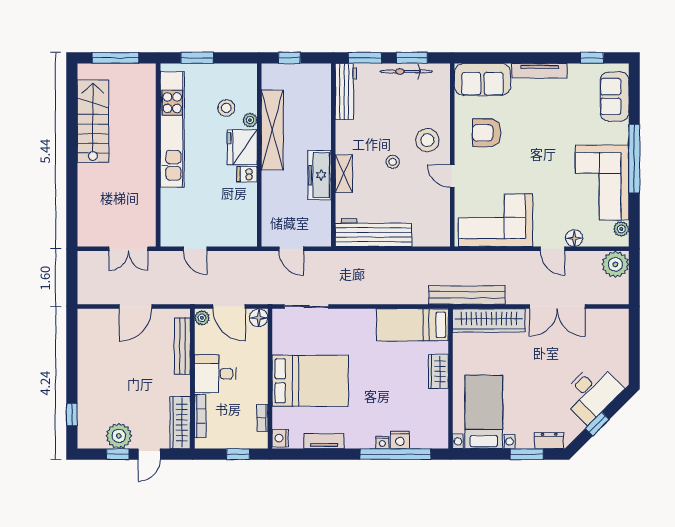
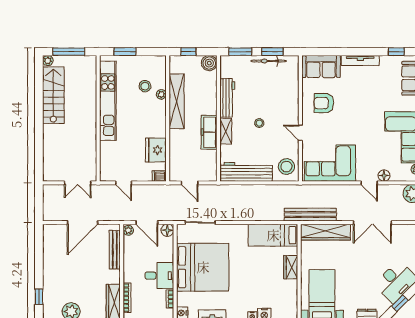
plant: (85, 71) -> (48, 61), added
boiler: (320, 74) -> (209, 63), added
workbench: (346, 91) -> (227, 98), moved
stool: (427, 140) -> (286, 167), moved
fridge: (242, 147) -> (156, 150), moved
dishwasher: (247, 174) -> (159, 176), moved
door: (135, 307) -> (83, 223), width x1.36
desk: (215, 374) -> (159, 276), moved, turned 180
bed: (310, 381) -> (203, 267), width x1.36

